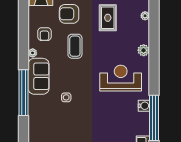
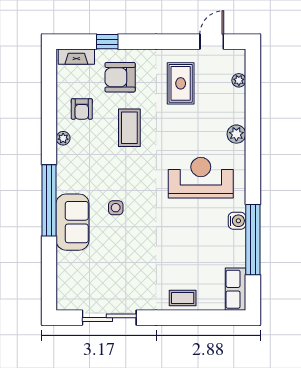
sofa: (39, 76) -> (73, 222), moved

